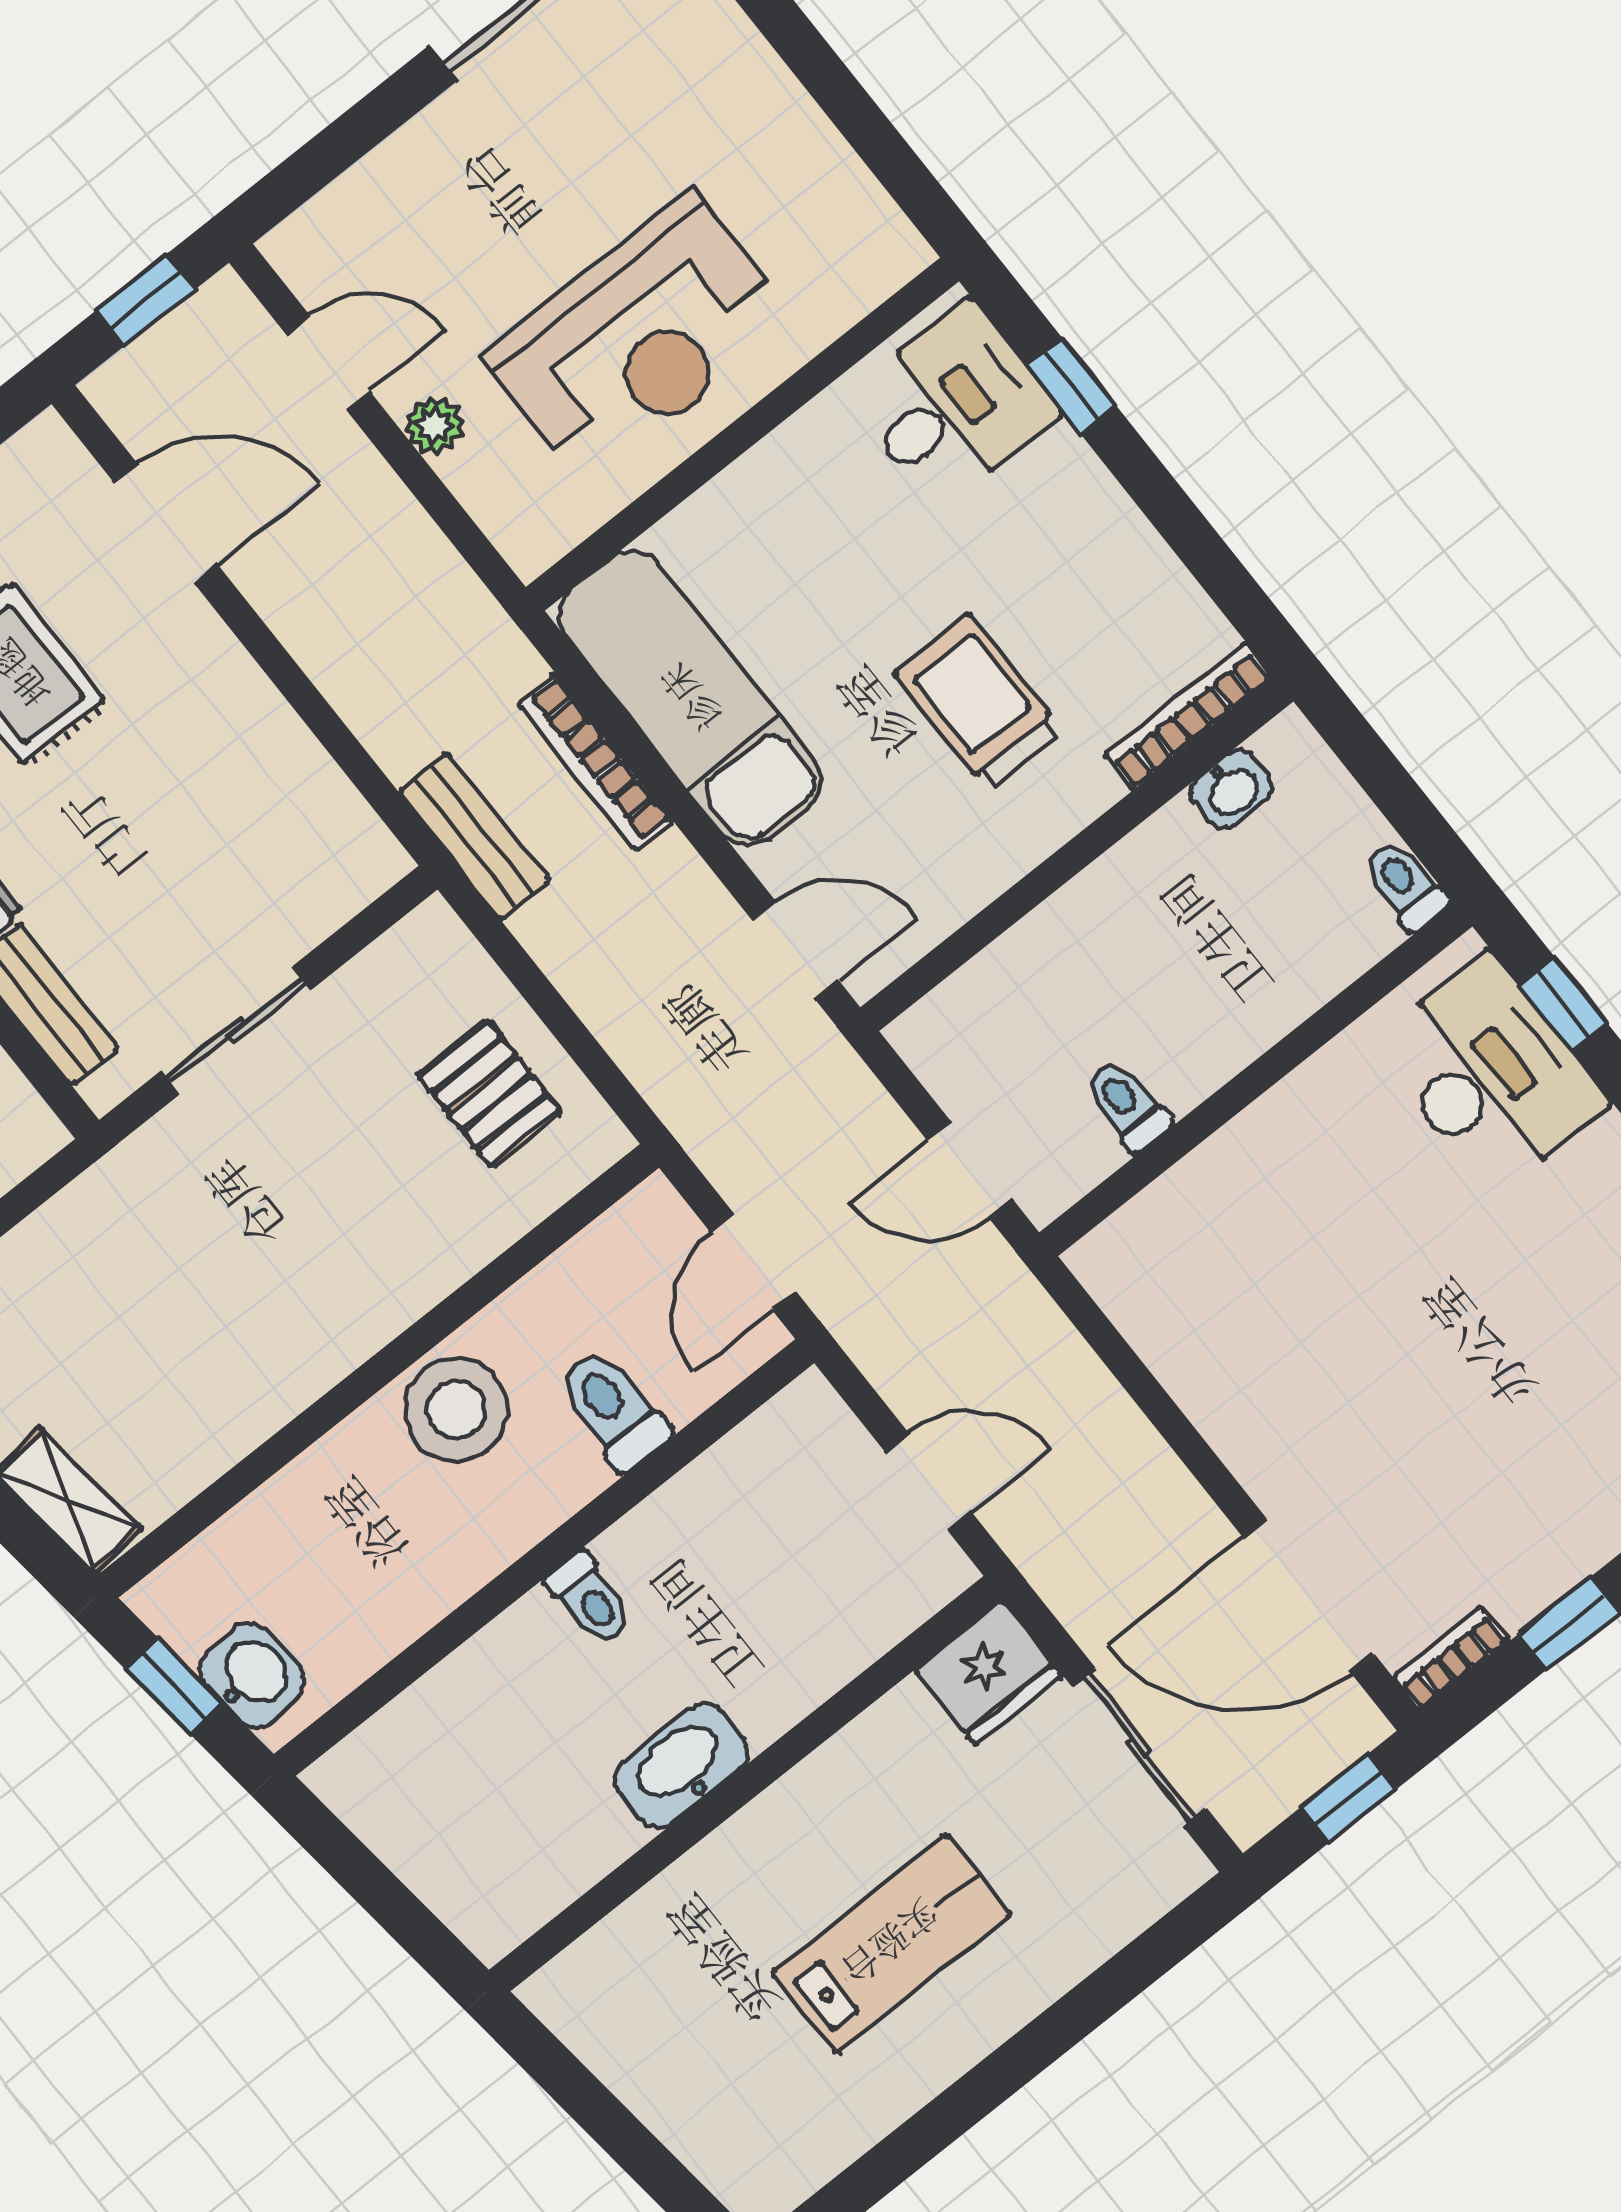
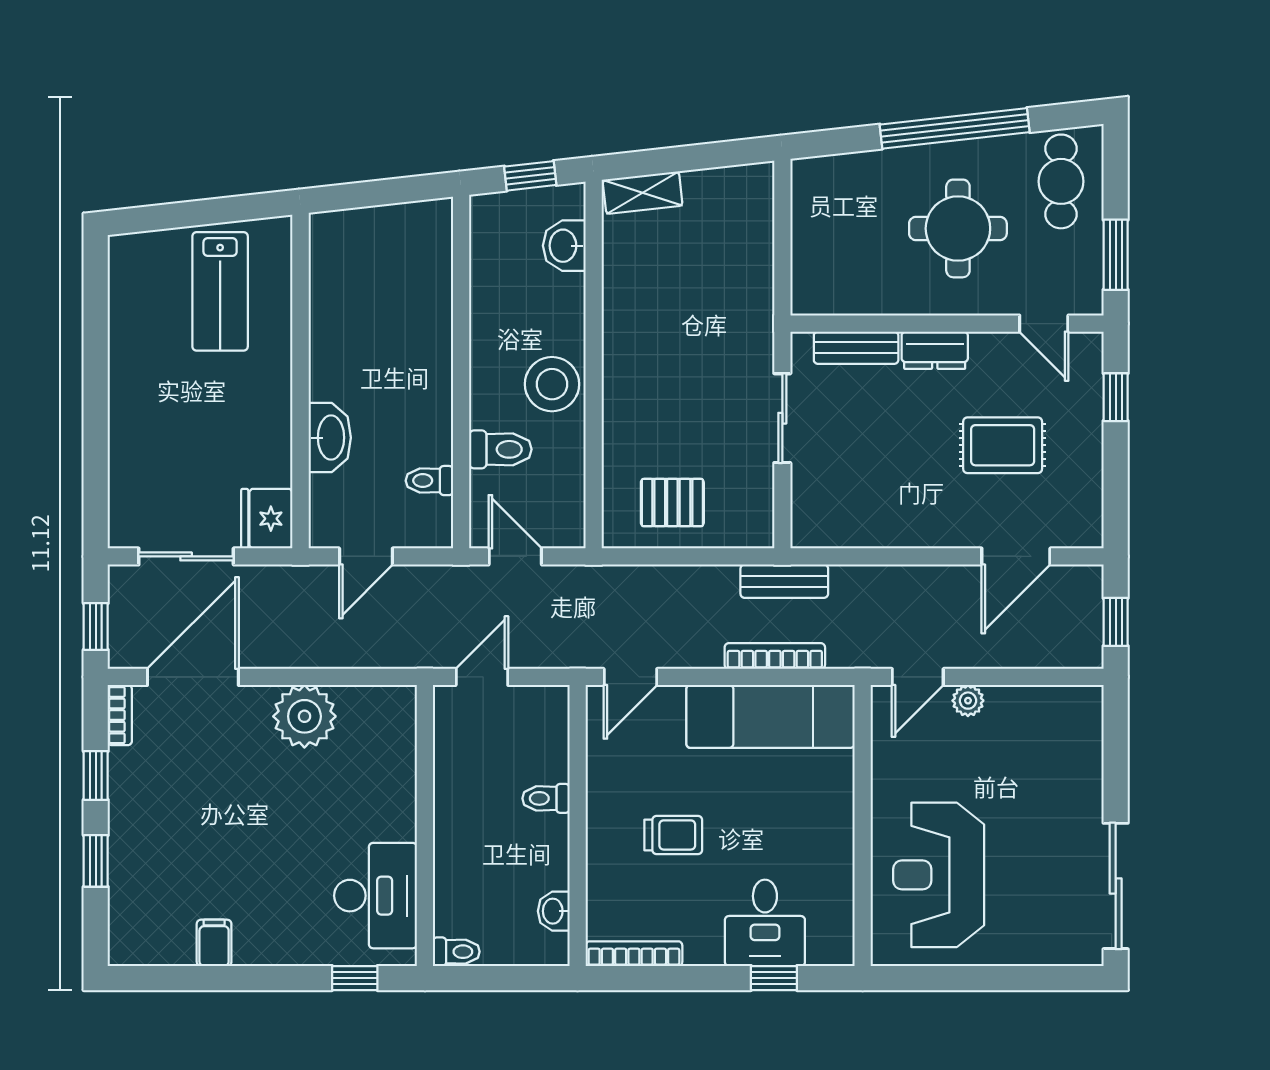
reception desk: (639, 338) -> (939, 875), moved
door: (328, 363) -> (918, 677), moved
desk: (954, 405) -> (765, 923), moved
trolley: (979, 702) -> (673, 835), width x0.73, depth x0.72
bookcase: (1189, 716) -> (634, 954), moved, turned -90
desk: (1490, 1074) -> (376, 896), moved, turned -90
toilet: (1127, 1105) -> (546, 798), moved, turned 180
plant: (1236, 1385) -> (304, 716), added
toilet: (590, 1599) -> (429, 481), moved
washbasin: (252, 1675) -> (564, 246), moved, turned 96
washbasin: (681, 1766) -> (330, 438), moved
lab bench: (891, 1944) -> (220, 291), moved

